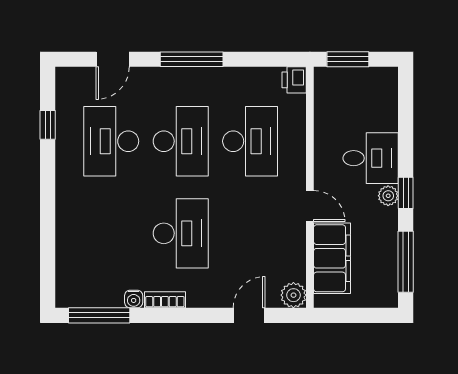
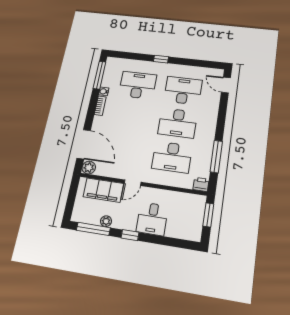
door: (113, 59) -> (226, 85), moved
window: (192, 59) -> (216, 156), moved
window: (48, 125) -> (161, 59), moved
plant: (388, 196) -> (106, 221), moved
desk: (181, 233) -> (138, 85), moved, turned 180
door: (249, 315) -> (84, 144), width x1.88

